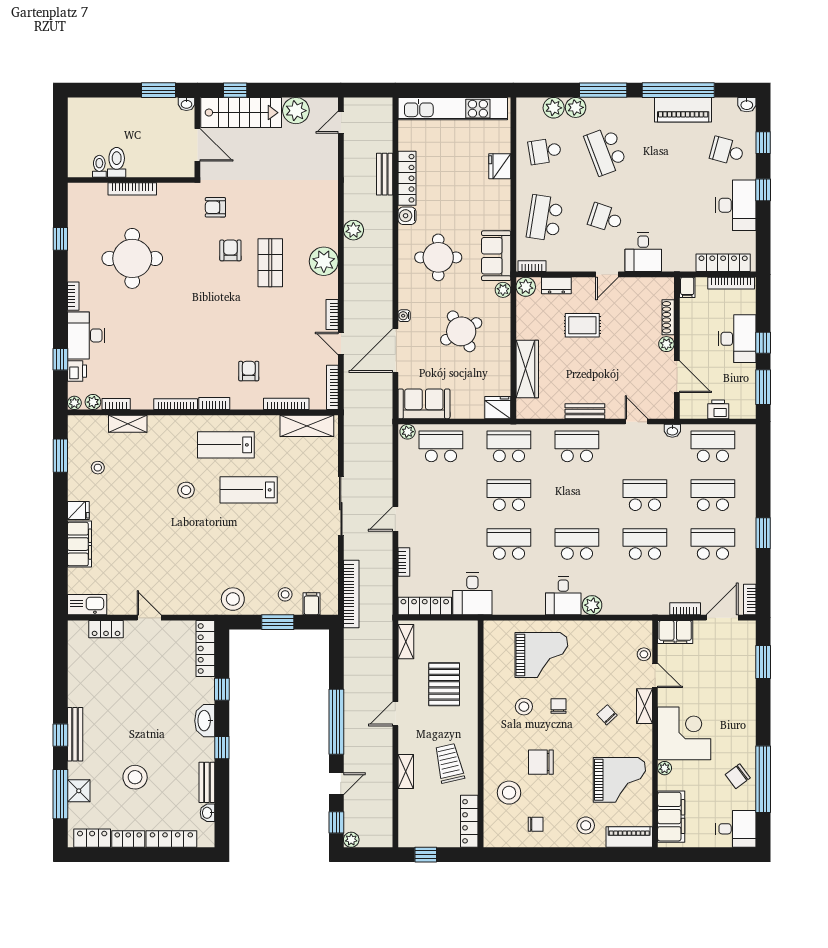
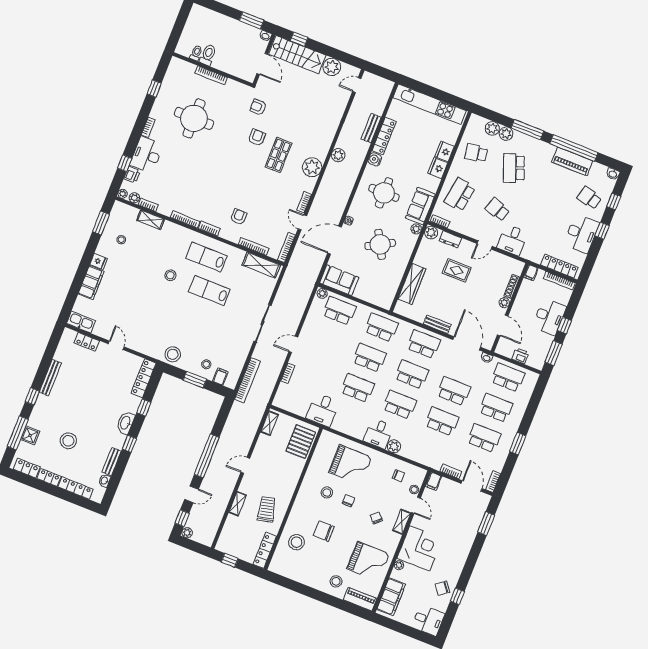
fridge: (498, 408) -> (438, 168), moved, turned -90
door: (637, 422) -> (467, 343), width x1.88
school desk: (577, 495) -> (412, 374), added
locker: (425, 606) -> (290, 406), removed
door: (722, 618) -> (472, 486), hinge flipped
filing cabinet: (675, 632) -> (434, 481), width x0.50
pallet: (444, 684) -> (301, 442), moved
bench: (75, 734) -> (50, 378), moved
window: (763, 779) -> (457, 596), width x0.32
chair: (536, 824) -> (398, 476), moved

